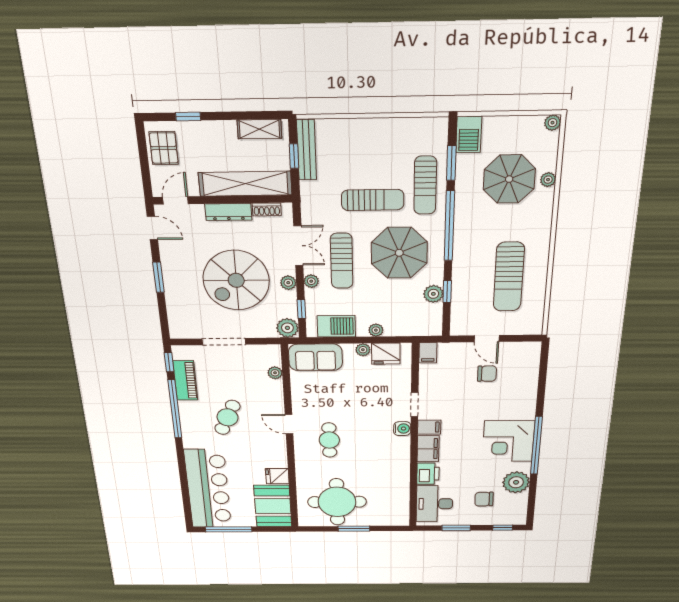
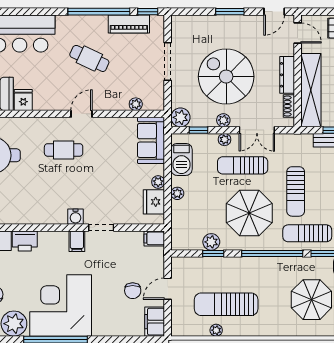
plant: (548, 180) -> (216, 330), moved
corner desk: (508, 441) -> (61, 305), width x1.36, depth x1.36
filing cabinet: (428, 449) -> (155, 322), moved, turned 90

